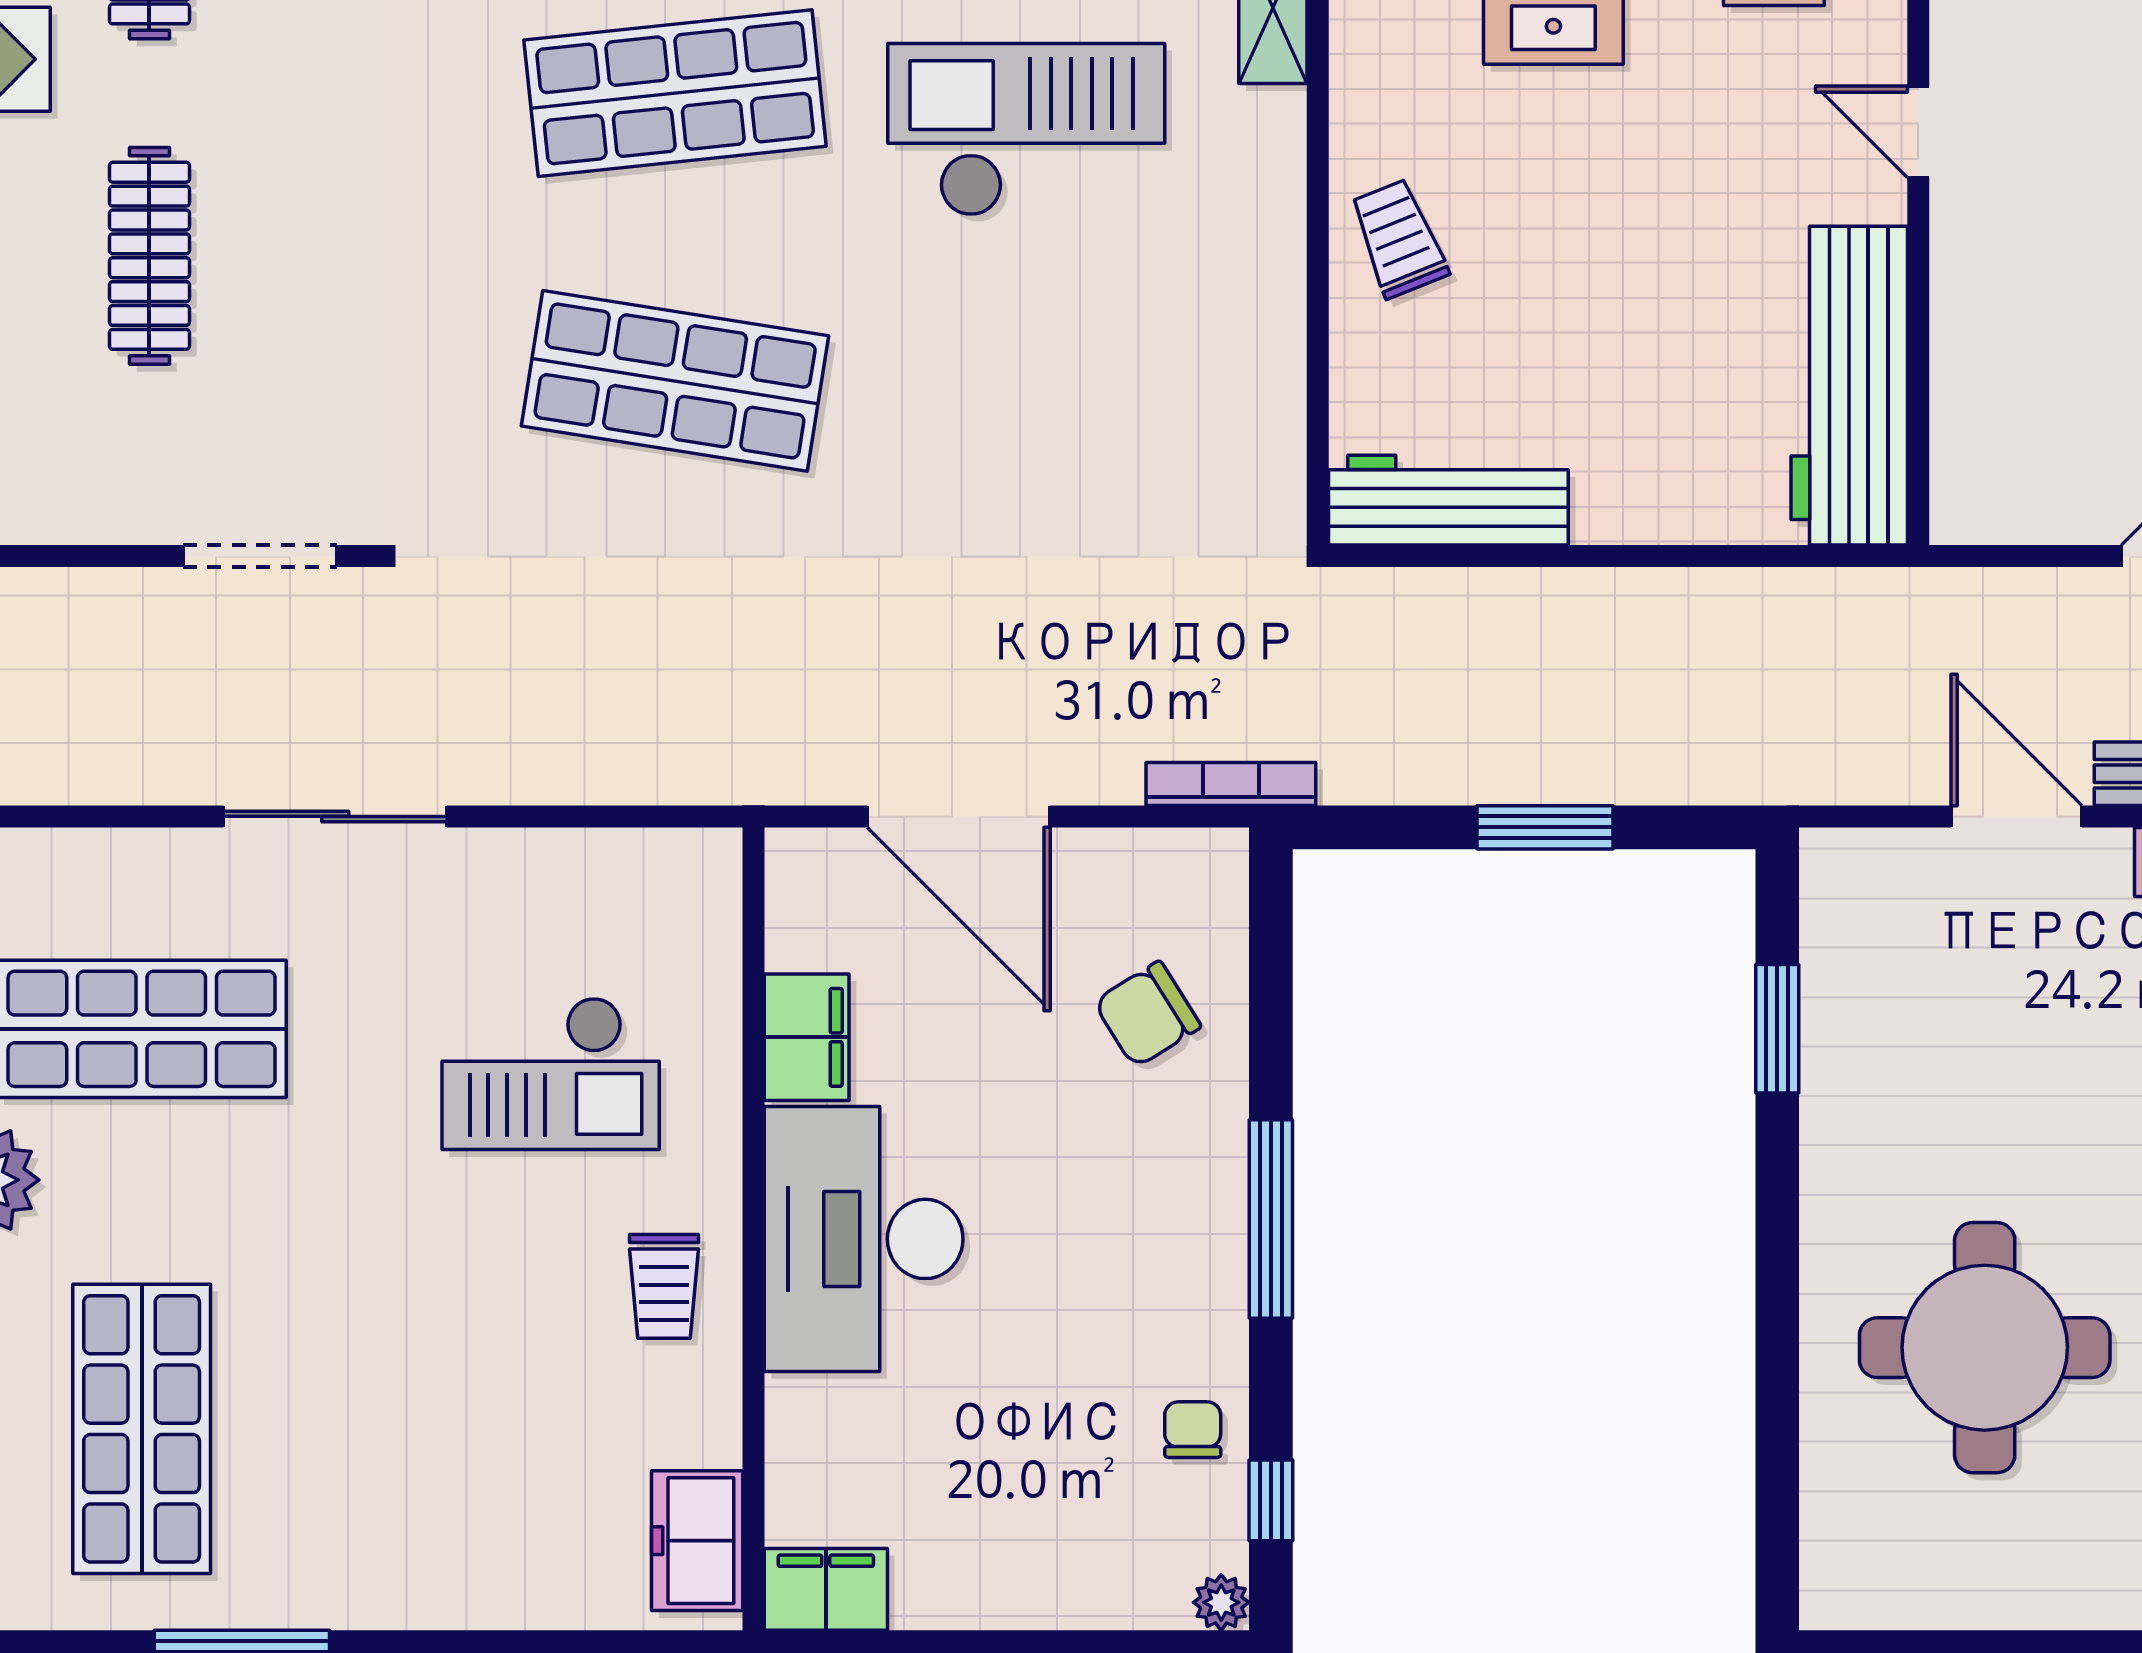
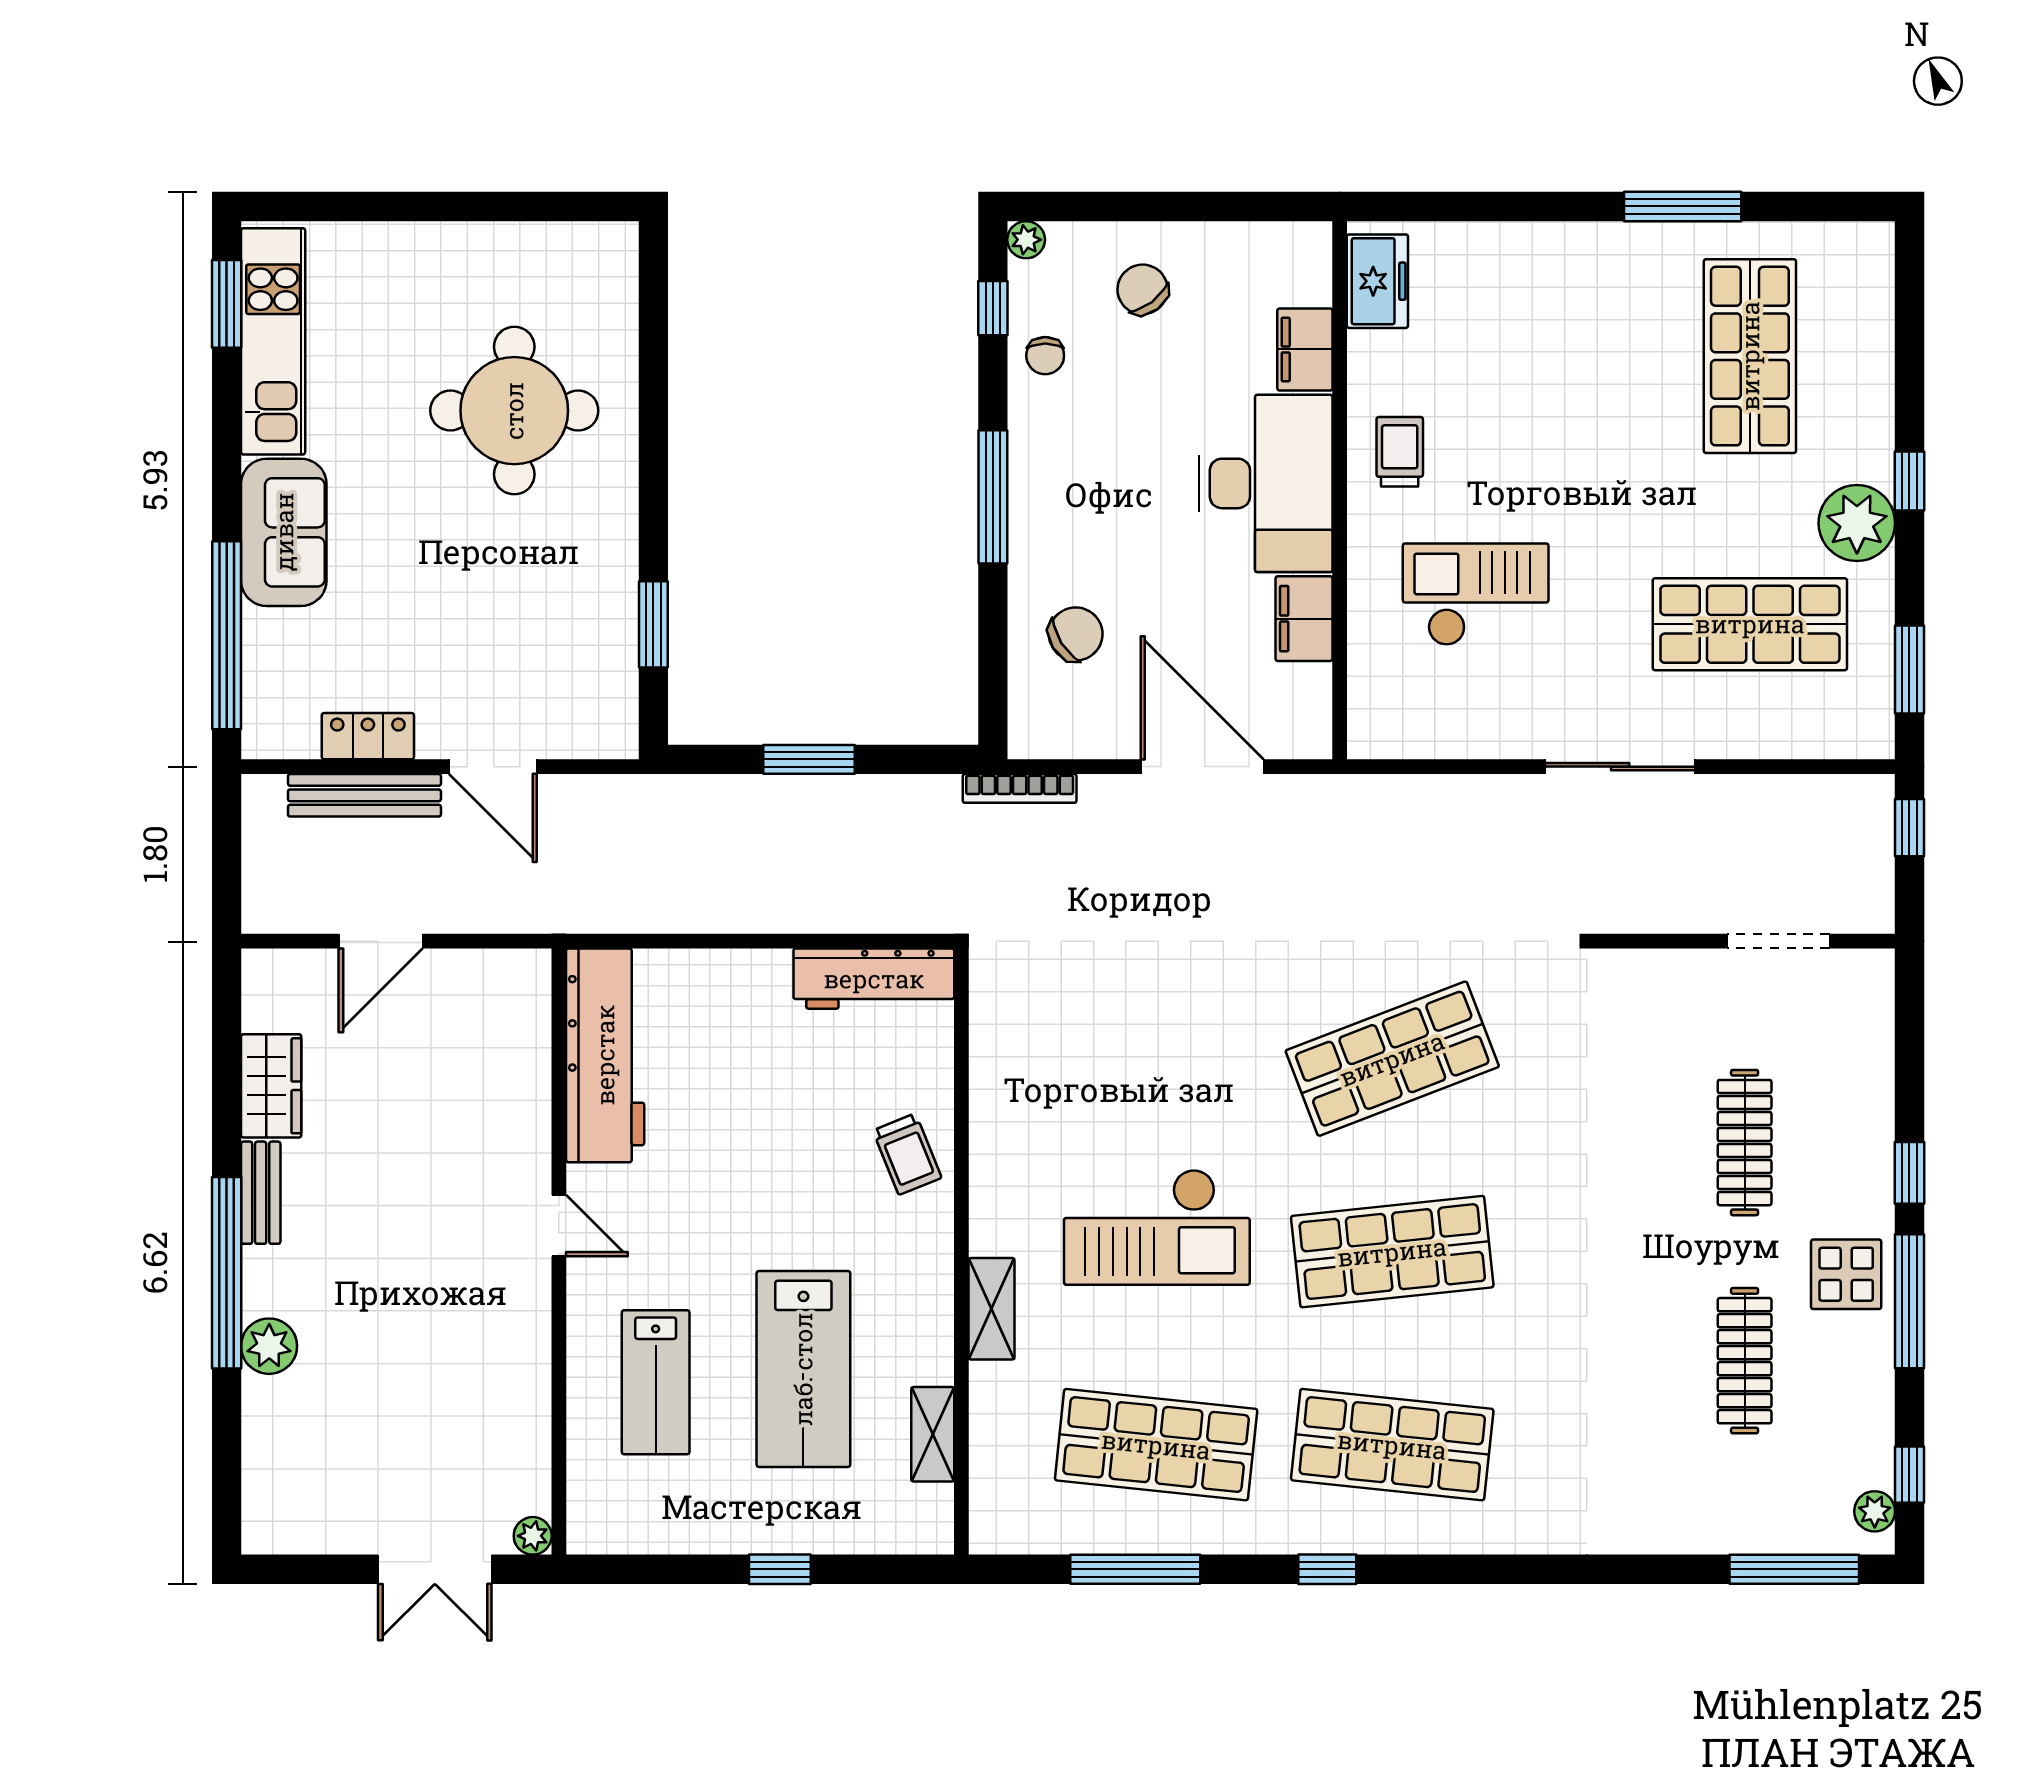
shop shelf: (675, 381) -> (1392, 1059), turned -30
doorway: (260, 556) -> (1778, 941), moved
chair: (1048, 1528) -> (1143, 289), added
filing cabinet: (826, 1589) -> (1305, 349), moved, turned 90

